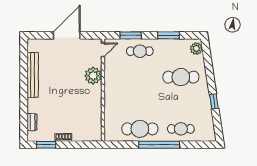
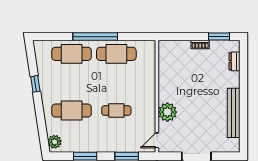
cafe table: (140, 51) -> (116, 111), moved
cafe table: (181, 129) -> (72, 54), width x1.37, depth x1.35

